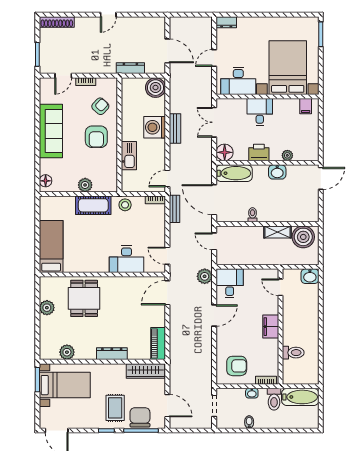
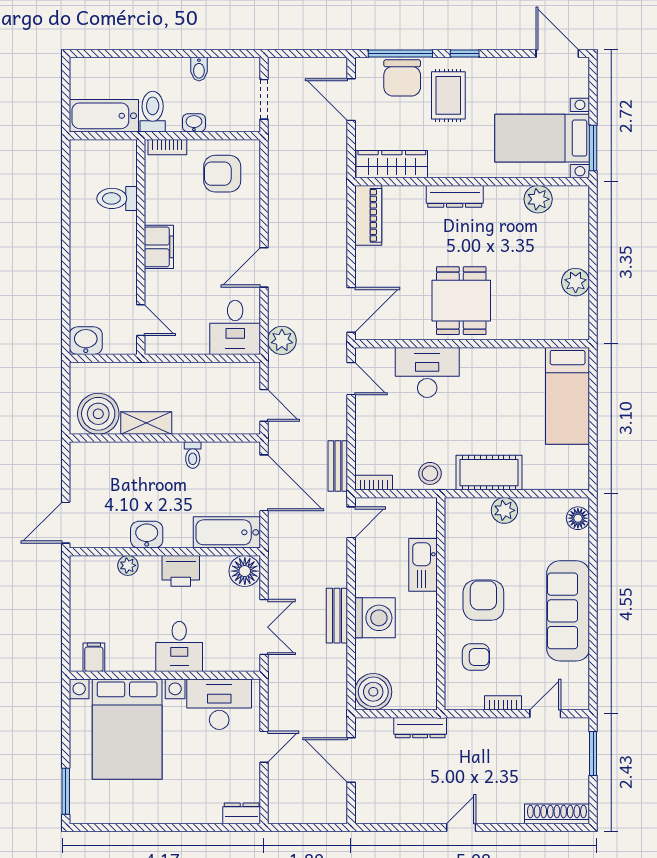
armchair: (100, 106) -> (476, 657), turned -133
dining table: (84, 298) -> (461, 301), moved

